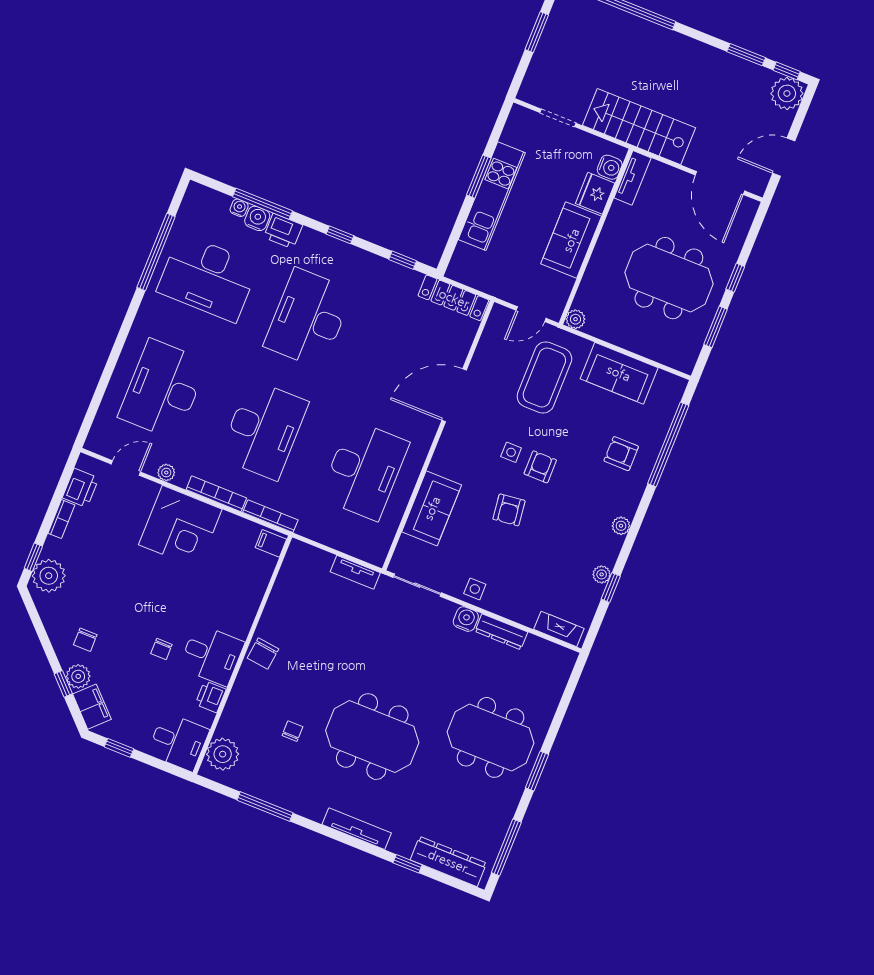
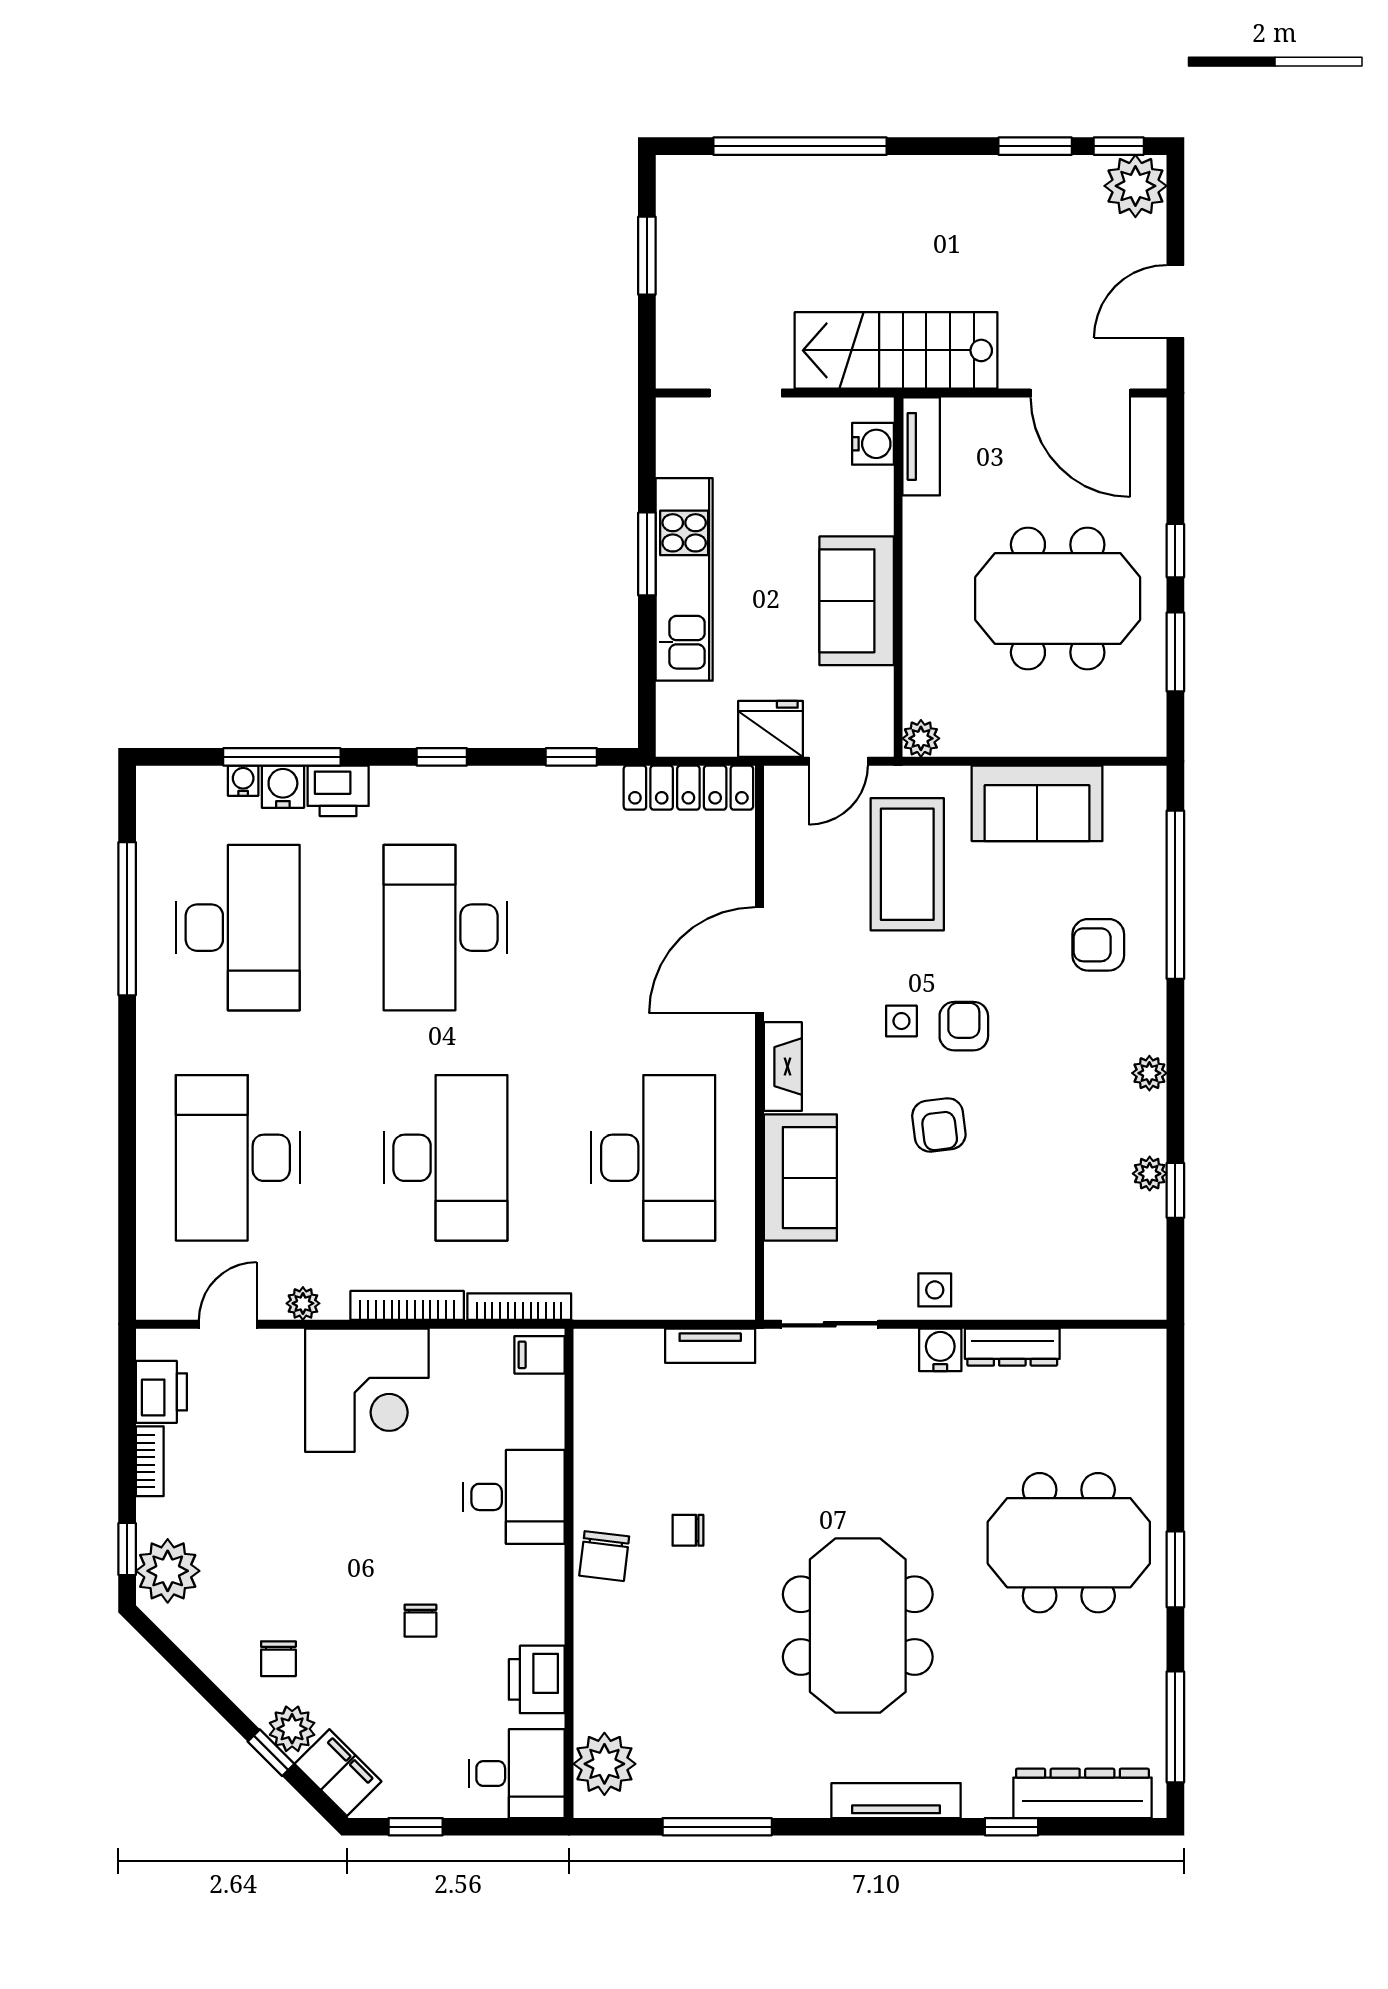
fridge: (595, 193) -> (770, 729), moved, turned 90
desk: (208, 278) -> (238, 928), turned -90
fireplace: (559, 629) -> (783, 1067), moved, turned 90
desk: (212, 655) -> (514, 1497), moved
printer: (211, 697) -> (537, 1679), width x1.36, depth x1.24
chair: (292, 731) -> (688, 1530), moved, turned -90
meeting table: (372, 737) -> (858, 1626), turned 90

